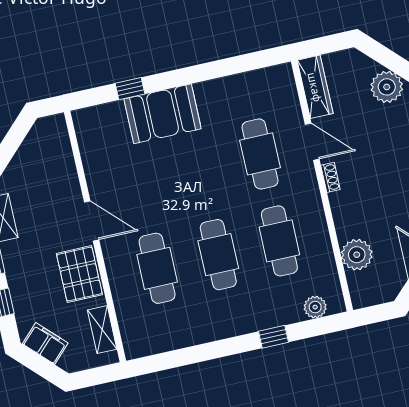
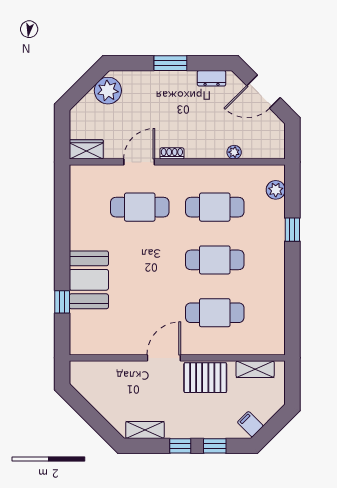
wardrobe: (315, 87) -> (86, 149), width x0.67
plant: (357, 255) -> (234, 152), width x0.53, depth x0.53
filing cabinet: (45, 343) -> (250, 424), width x0.50

